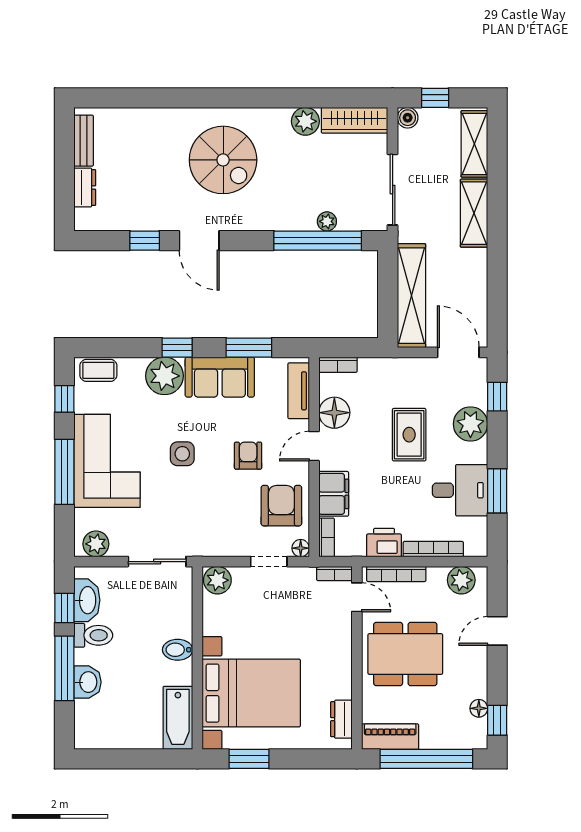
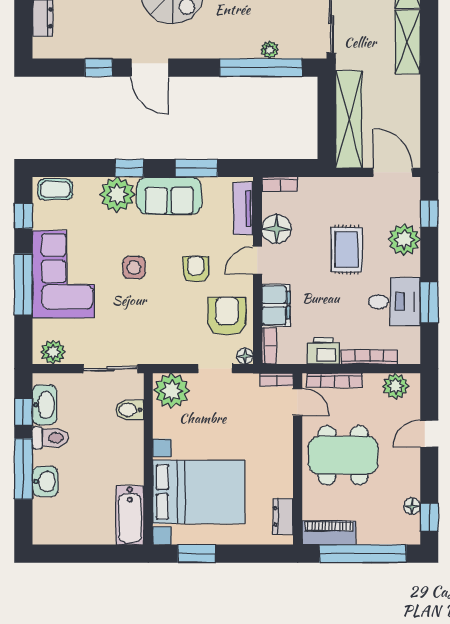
plant: (217, 580) -> (172, 391), width x1.36, depth x1.36
bidet: (178, 650) -> (130, 410), moved

